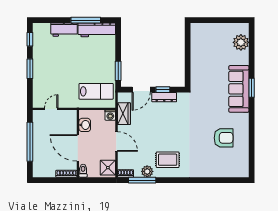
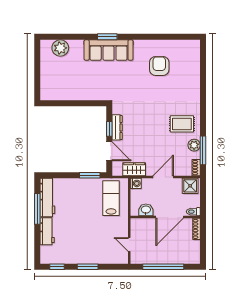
rug: (168, 160) -> (182, 124), turned 90

